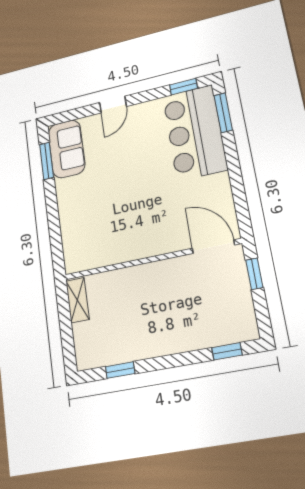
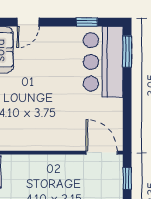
window: (183, 87) -> (87, 22), moved
door: (113, 105) -> (28, 22), moved

